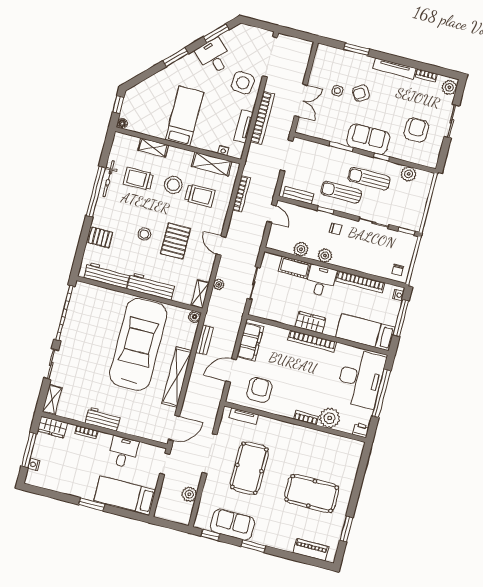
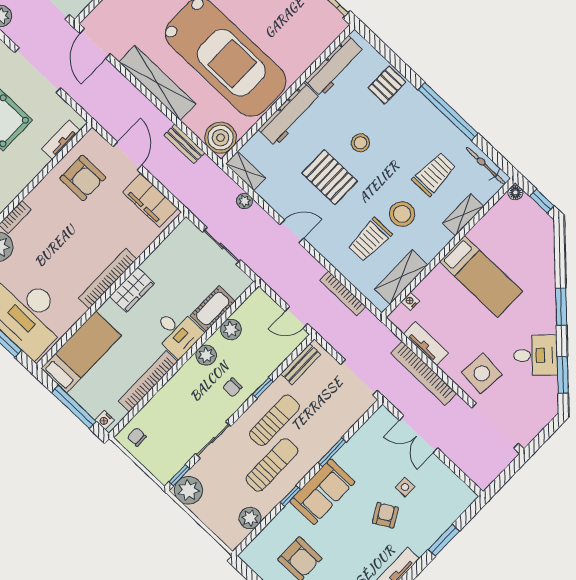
bicycle: (109, 179) -> (486, 166), moved
plant: (413, 221) -> (188, 490), added
boiler: (195, 317) -> (221, 138), width x1.86, depth x1.86

